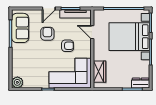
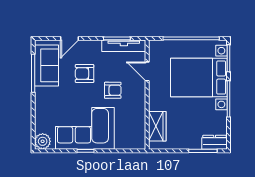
door: (49, 8) -> (69, 38), moved
armchair: (47, 34) -> (85, 74), turned -90
corner sofa: (70, 73) -> (85, 128), moved

